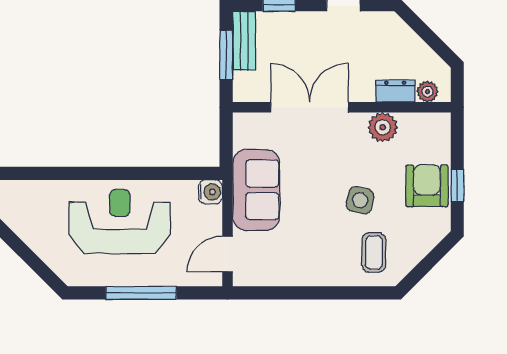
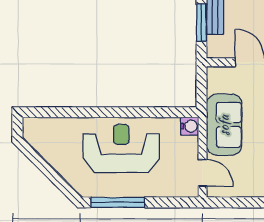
door: (228, 254) -> (203, 173), swing flipped
window: (141, 293) -> (118, 202), moved

